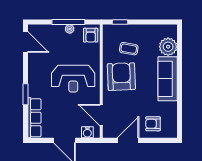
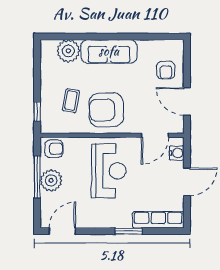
plant: (70, 29) -> (51, 180), width x1.88, depth x1.88

